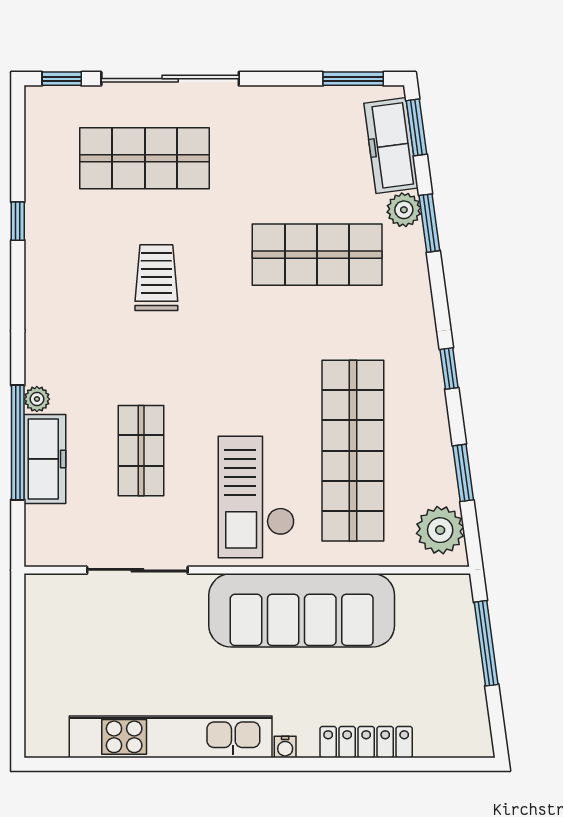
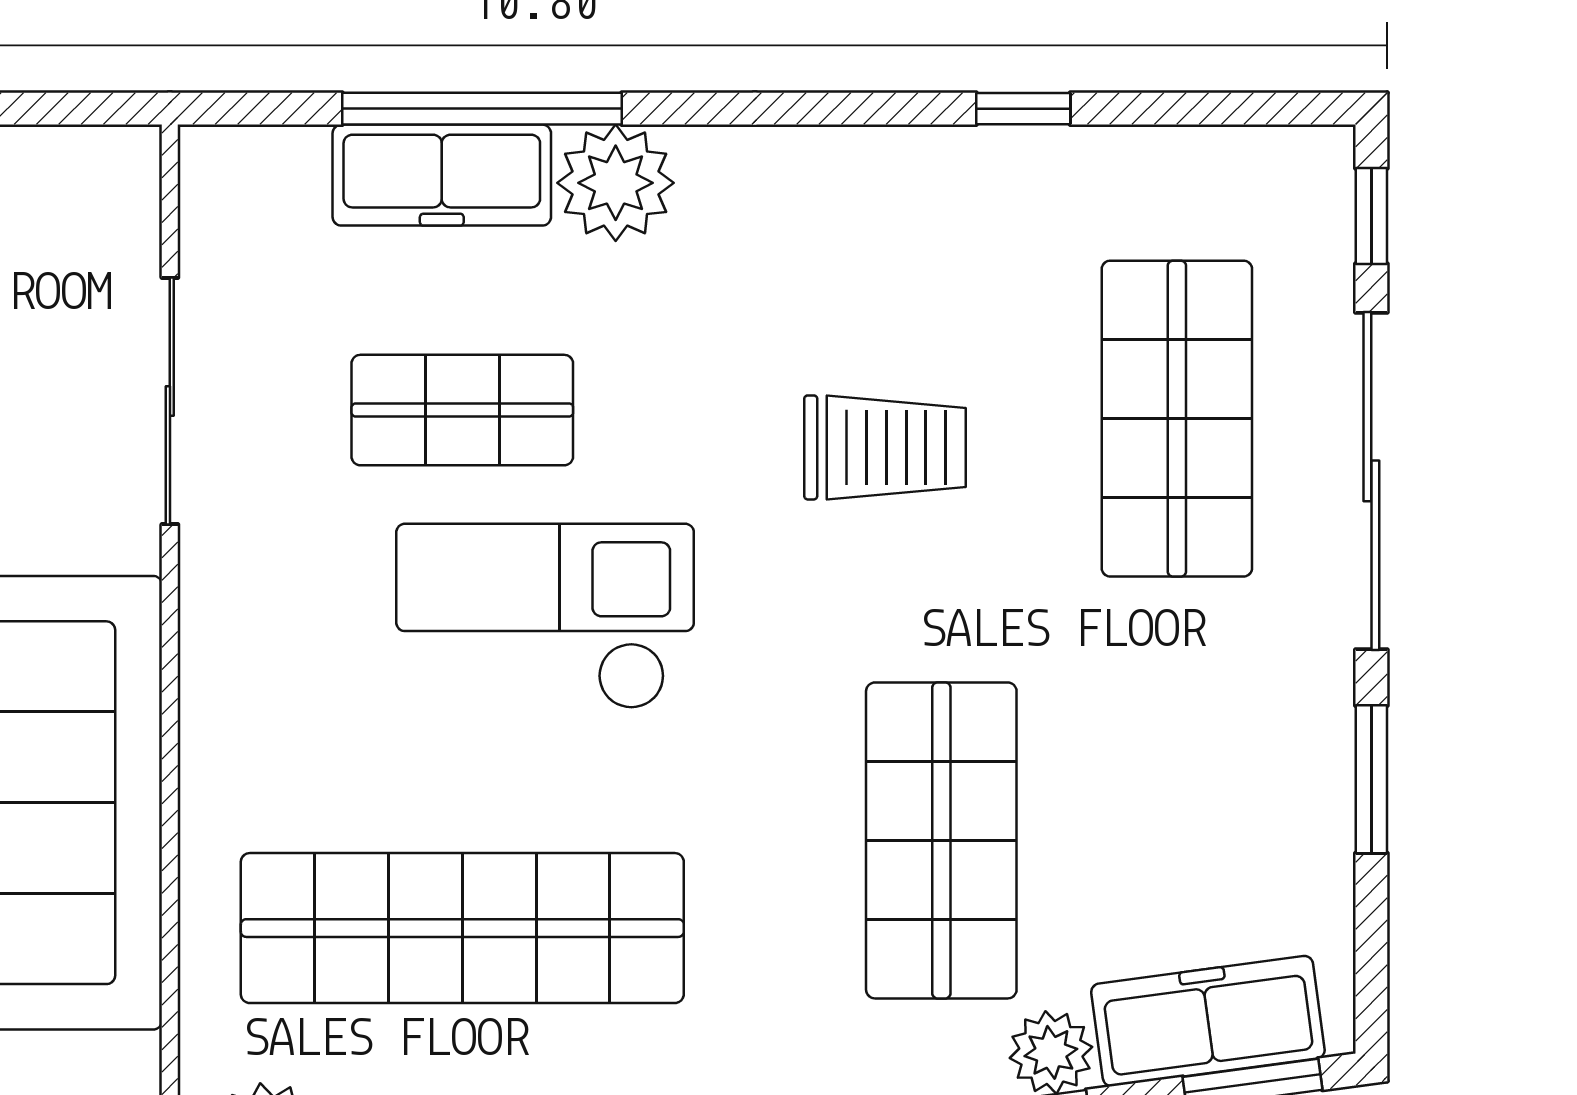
window: (353, 79) -> (1371, 779), moved
plant: (37, 399) -> (616, 183), width x1.87, depth x1.87
checkout: (256, 497) -> (545, 616), moved

